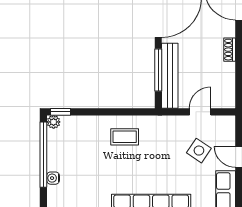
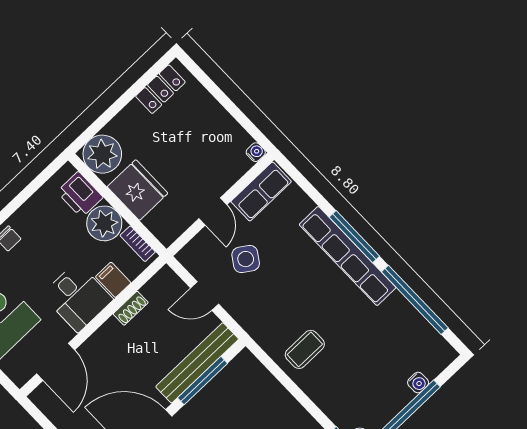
shoe rack: (230, 50) -> (131, 308), moved
coffee table: (125, 137) -> (305, 349), turned 90

